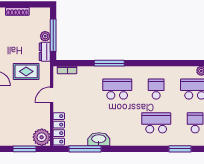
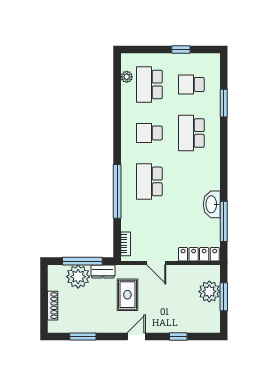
plant: (45, 36) -> (78, 277), width x1.88, depth x1.88
window: (109, 63) -> (117, 191), width x1.46
plant: (42, 137) -> (209, 292), moved

